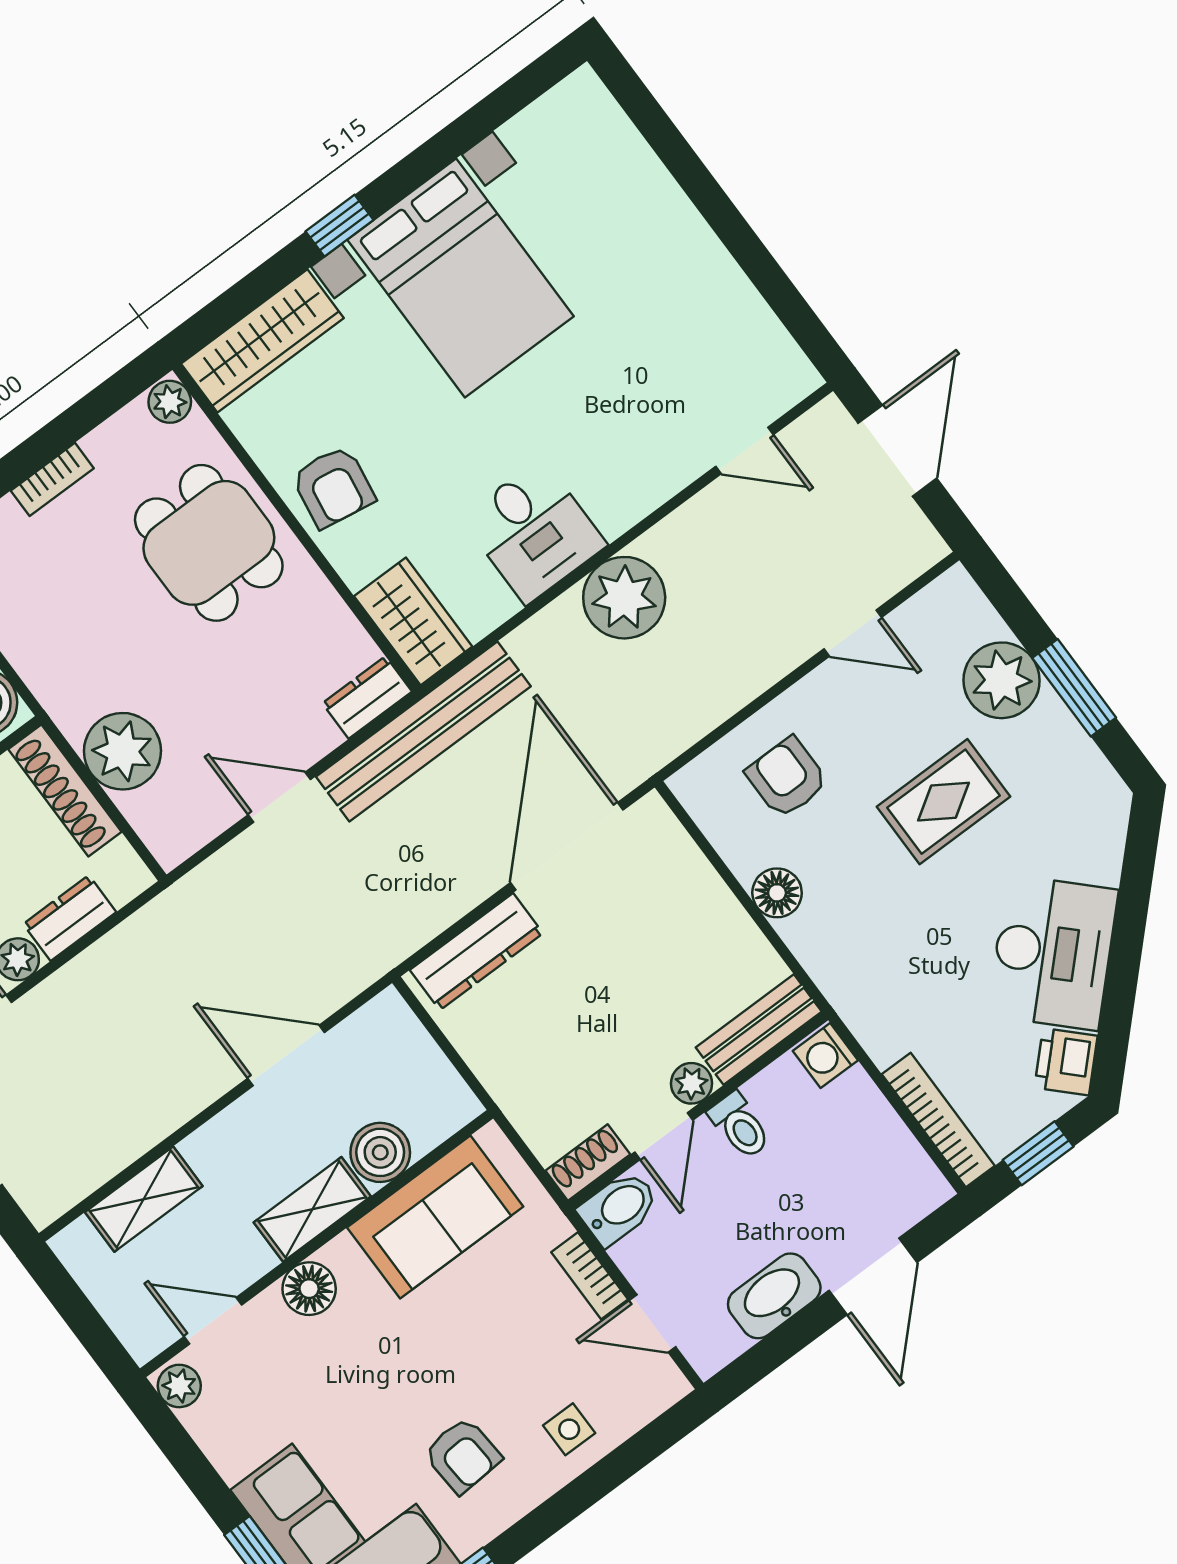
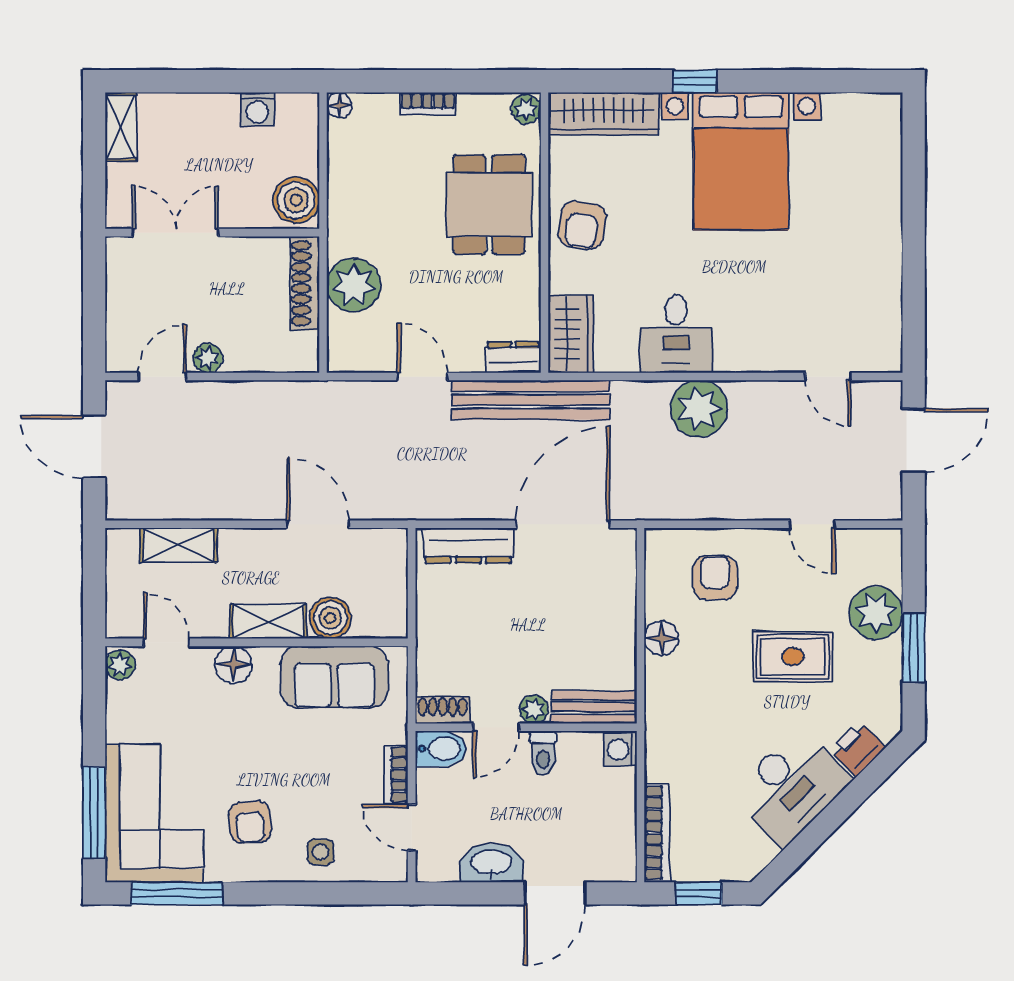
dresser: (70, 918) -> (254, 357), removed
printer: (1066, 1062) -> (858, 749), moved

